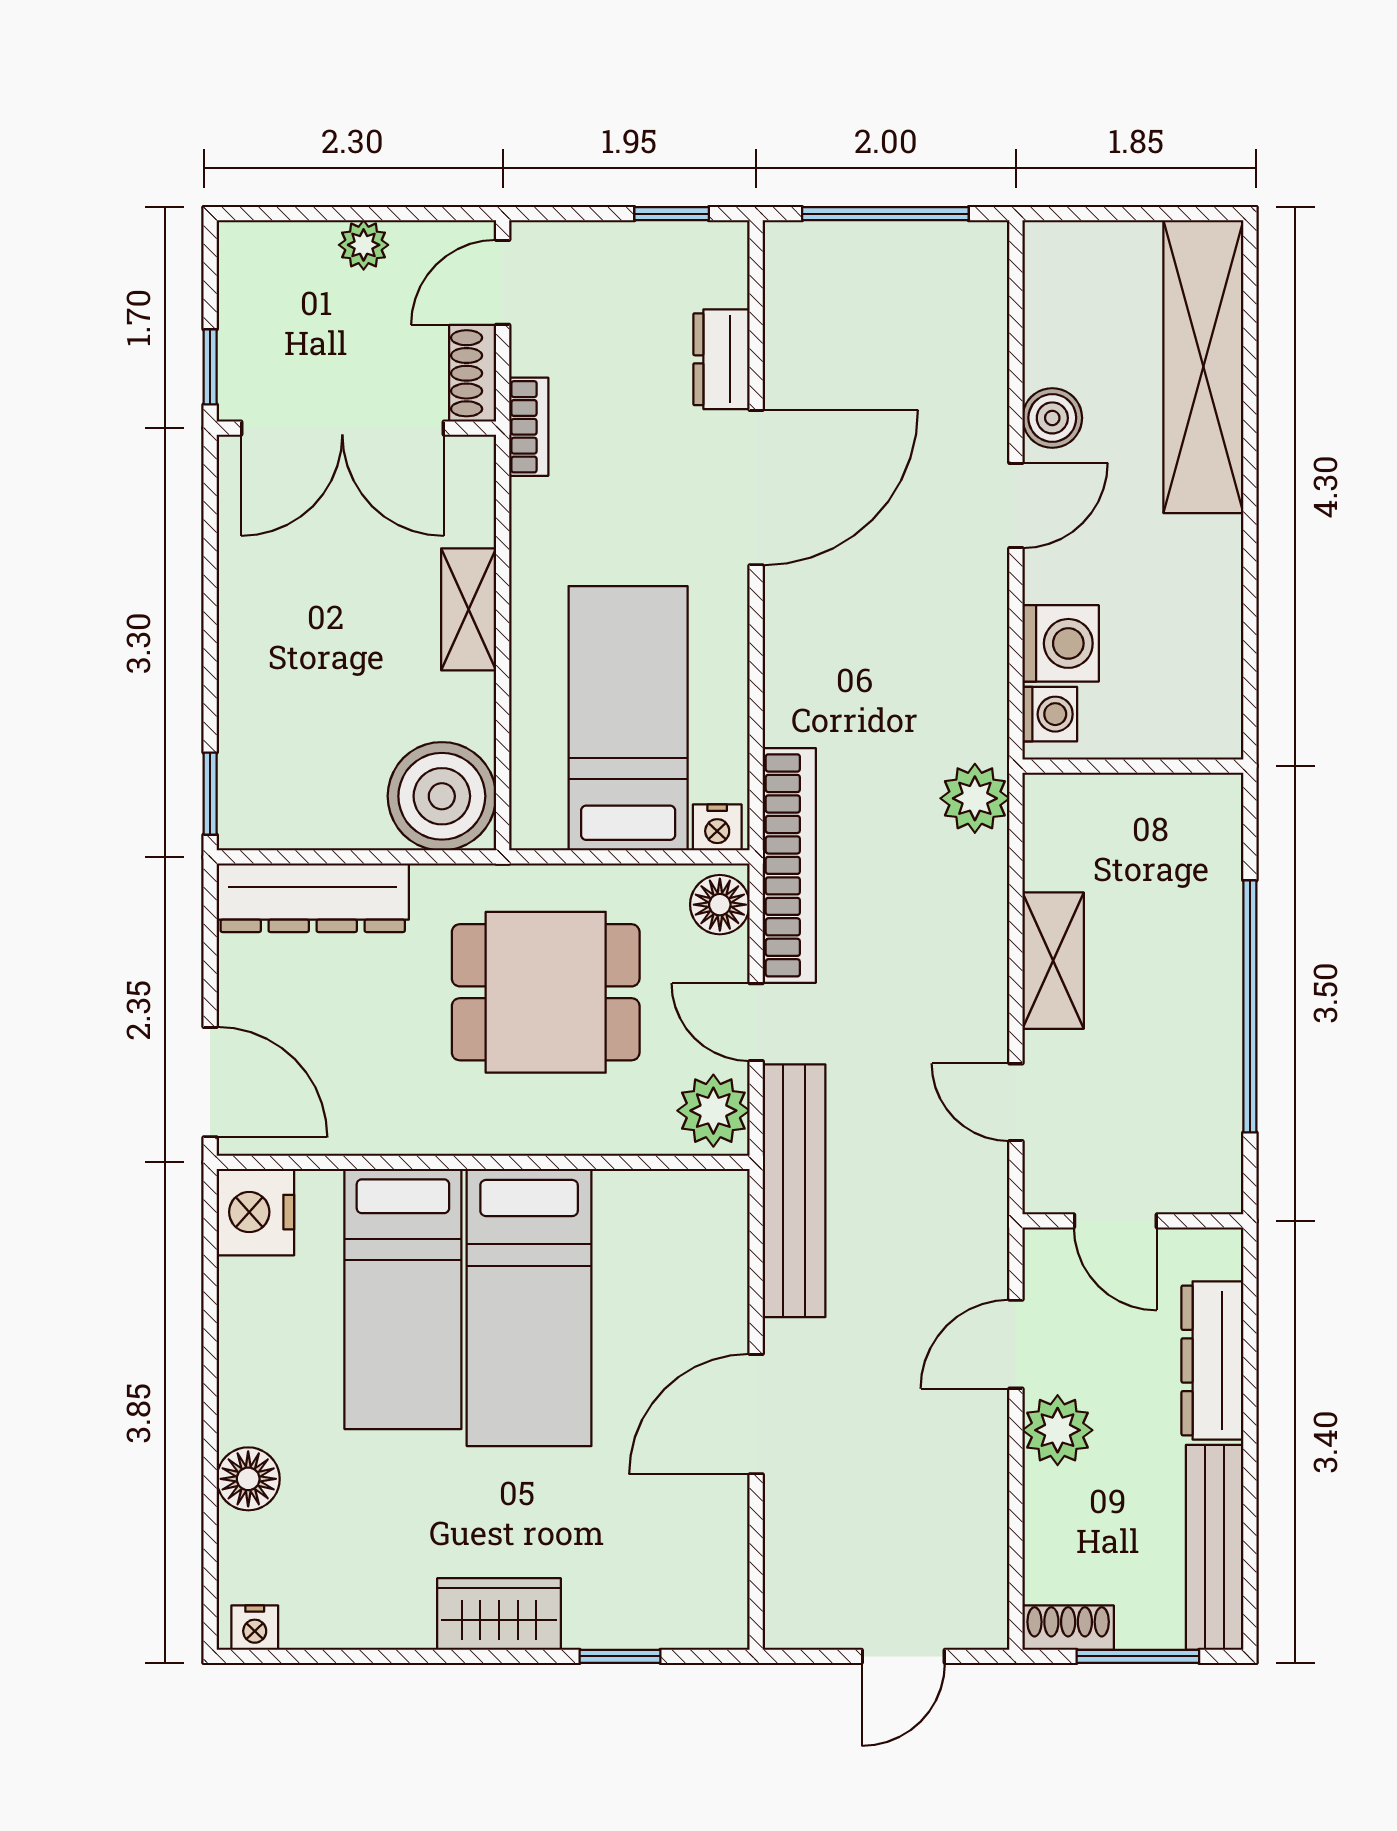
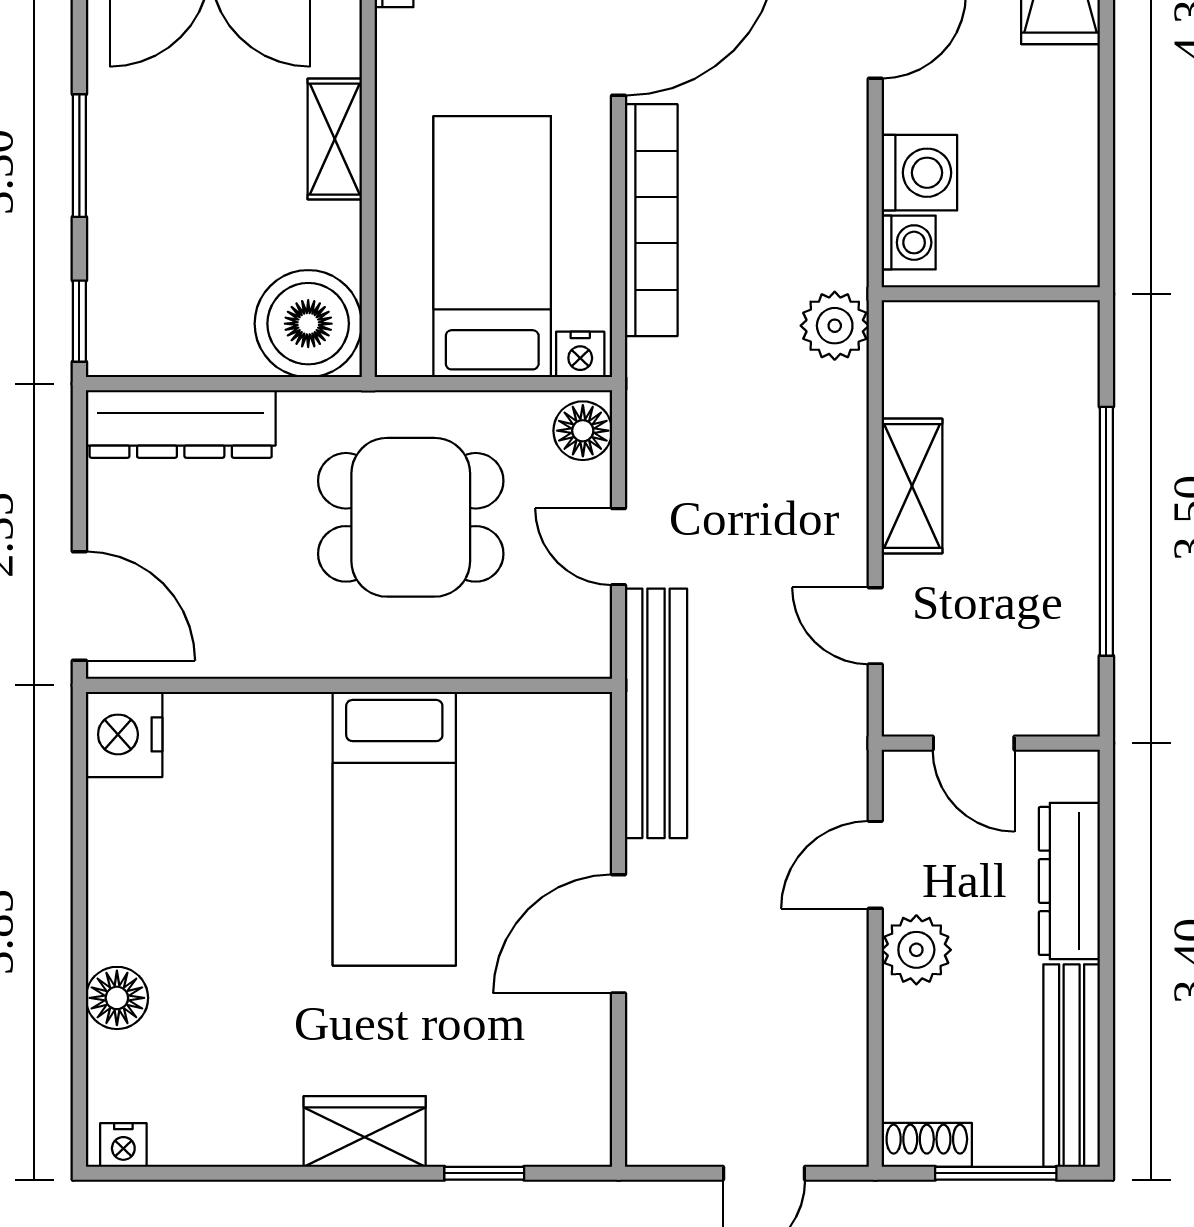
window: (210, 626) -> (79, 156), added
bookcase: (789, 865) -> (651, 220), moved
plant: (713, 1111) -> (576, 634), removed
bed: (403, 1299) -> (270, 820), removed

